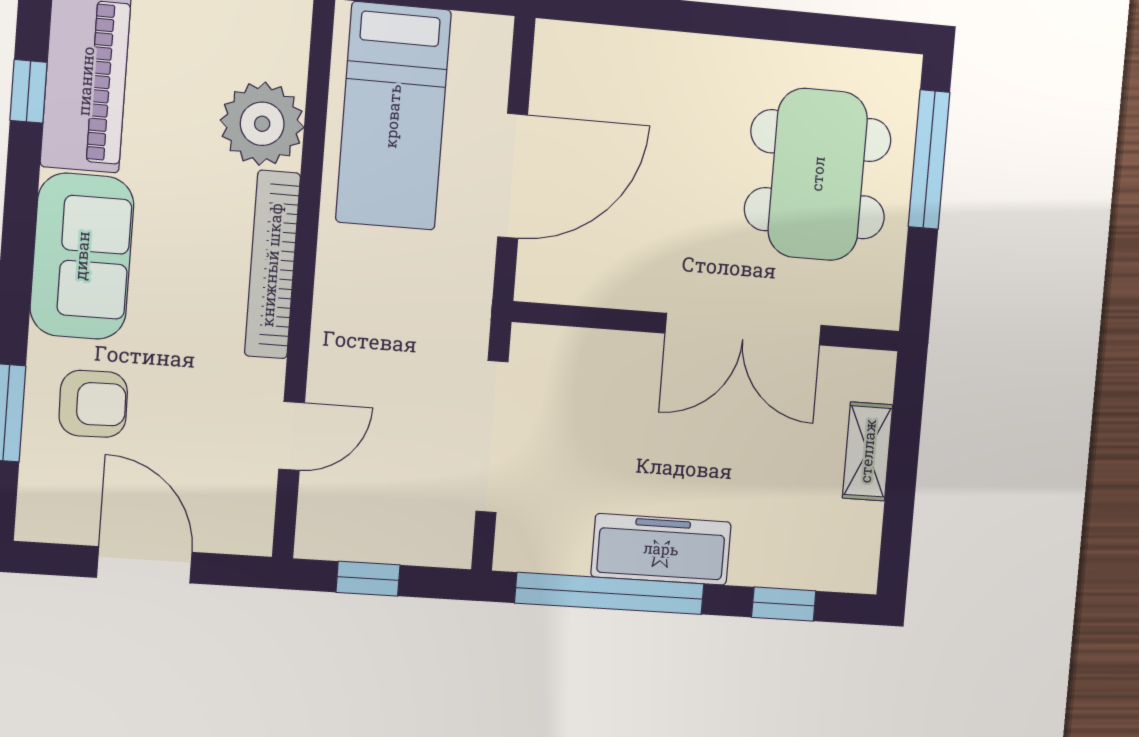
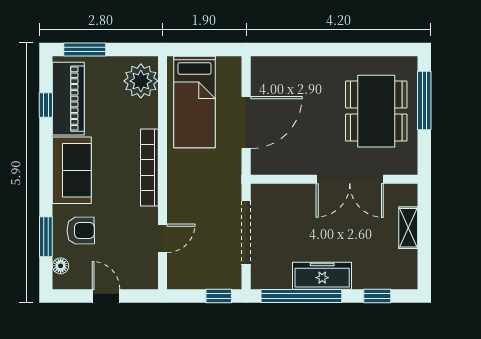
plant: (262, 124) -> (141, 81), moved
floor lamp: (38, 486) -> (61, 266), added
door: (144, 565) -> (106, 296), width x0.73
window: (368, 579) -> (219, 296), moved

